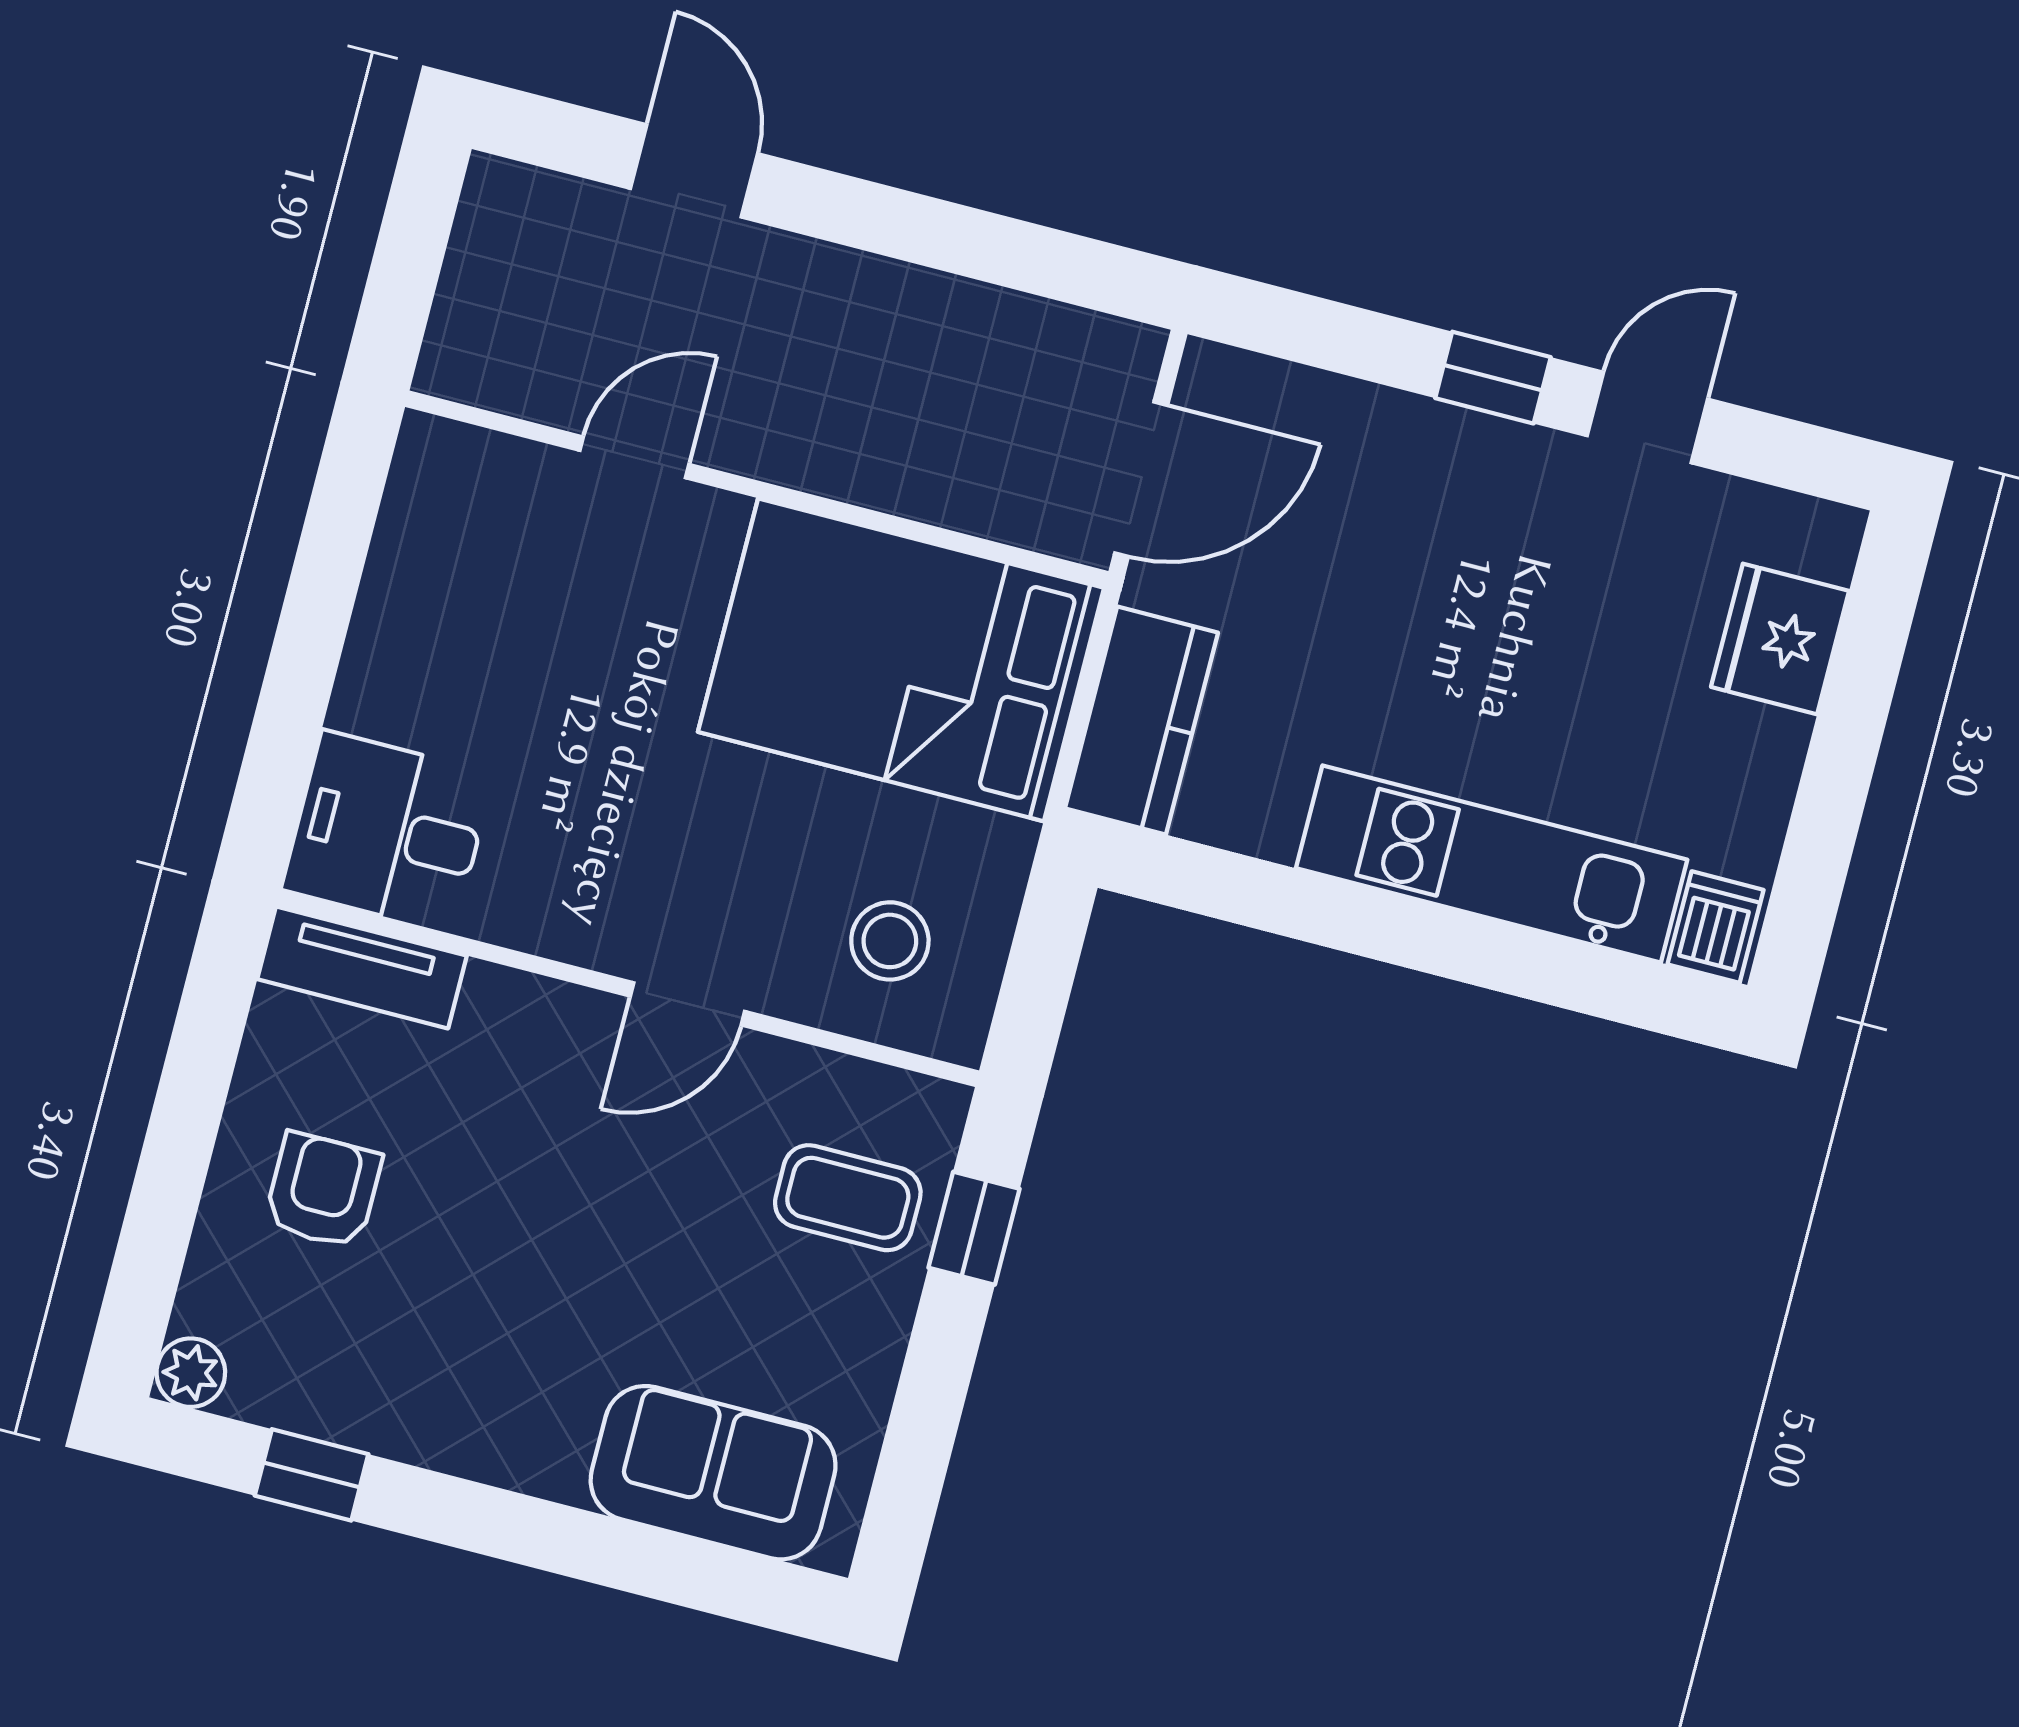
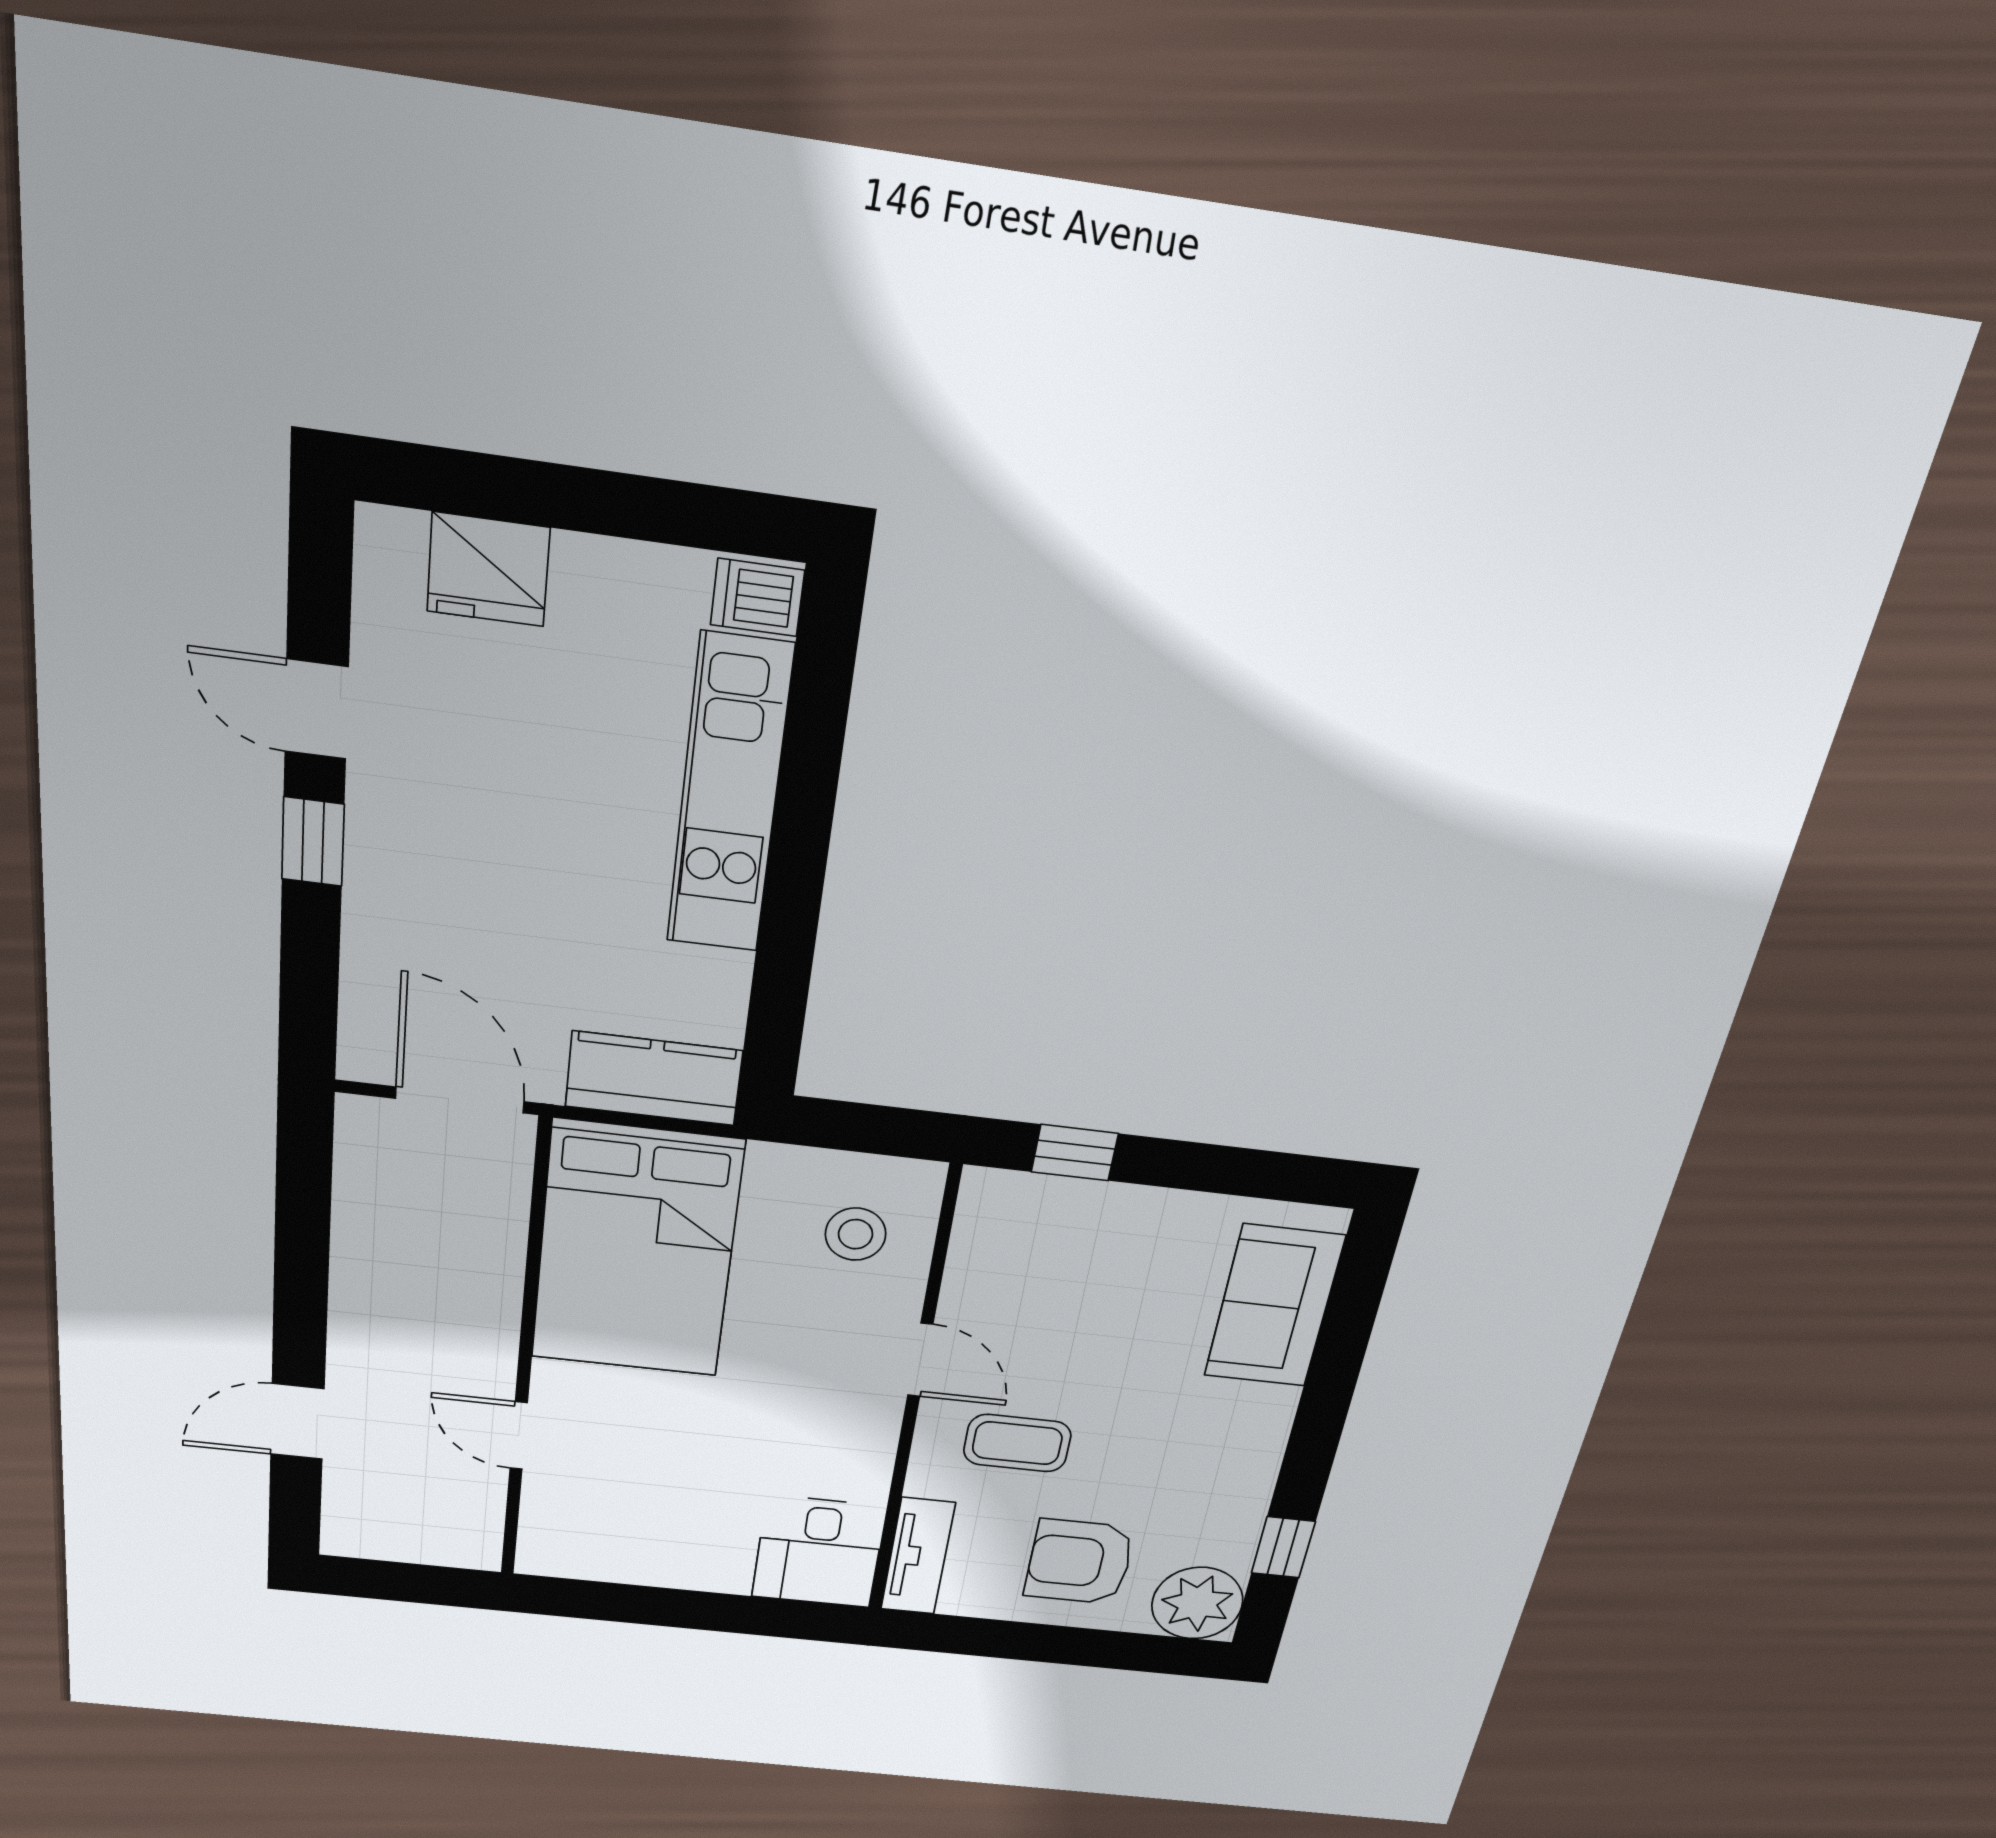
armchair: (323, 1190) -> (1080, 1562), width x1.38, depth x1.38
coffee table: (848, 1198) -> (1017, 1443), moved, turned 90
plant: (191, 1373) -> (1197, 1603), width x1.88, depth x1.88

